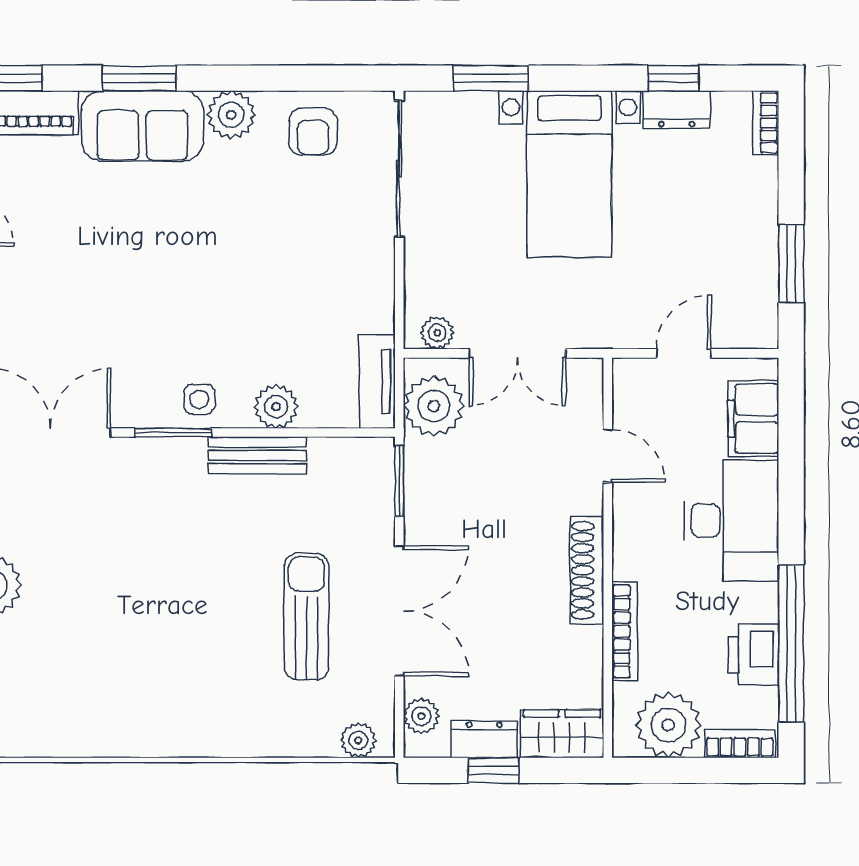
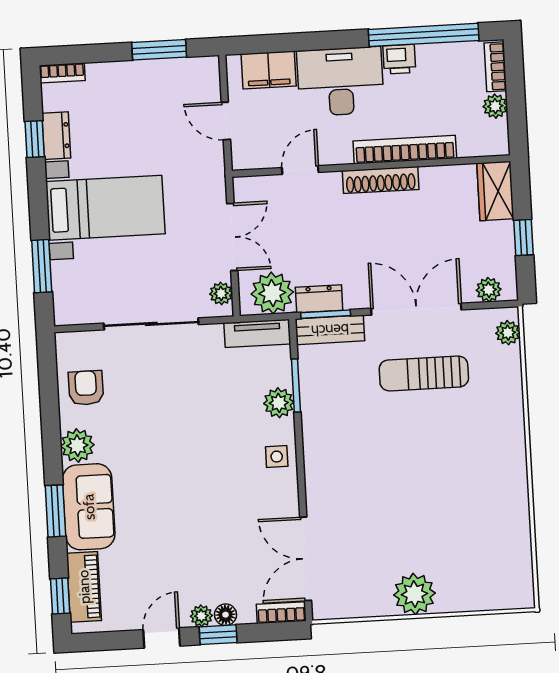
armchair: (313, 132) -> (86, 388), turned -90
sliding door: (399, 169) -> (151, 324), moved
window: (173, 433) -> (296, 386), moved
bench: (258, 455) -> (330, 330), moved, turned 90
bookcase: (625, 631) -> (405, 150), width x1.48, depth x1.31
printer: (753, 655) -> (399, 59), moved, width x0.73, depth x0.81
plant: (668, 725) -> (495, 106), width x0.53, depth x0.53
dresser: (484, 739) -> (319, 299), moved, turned 90

